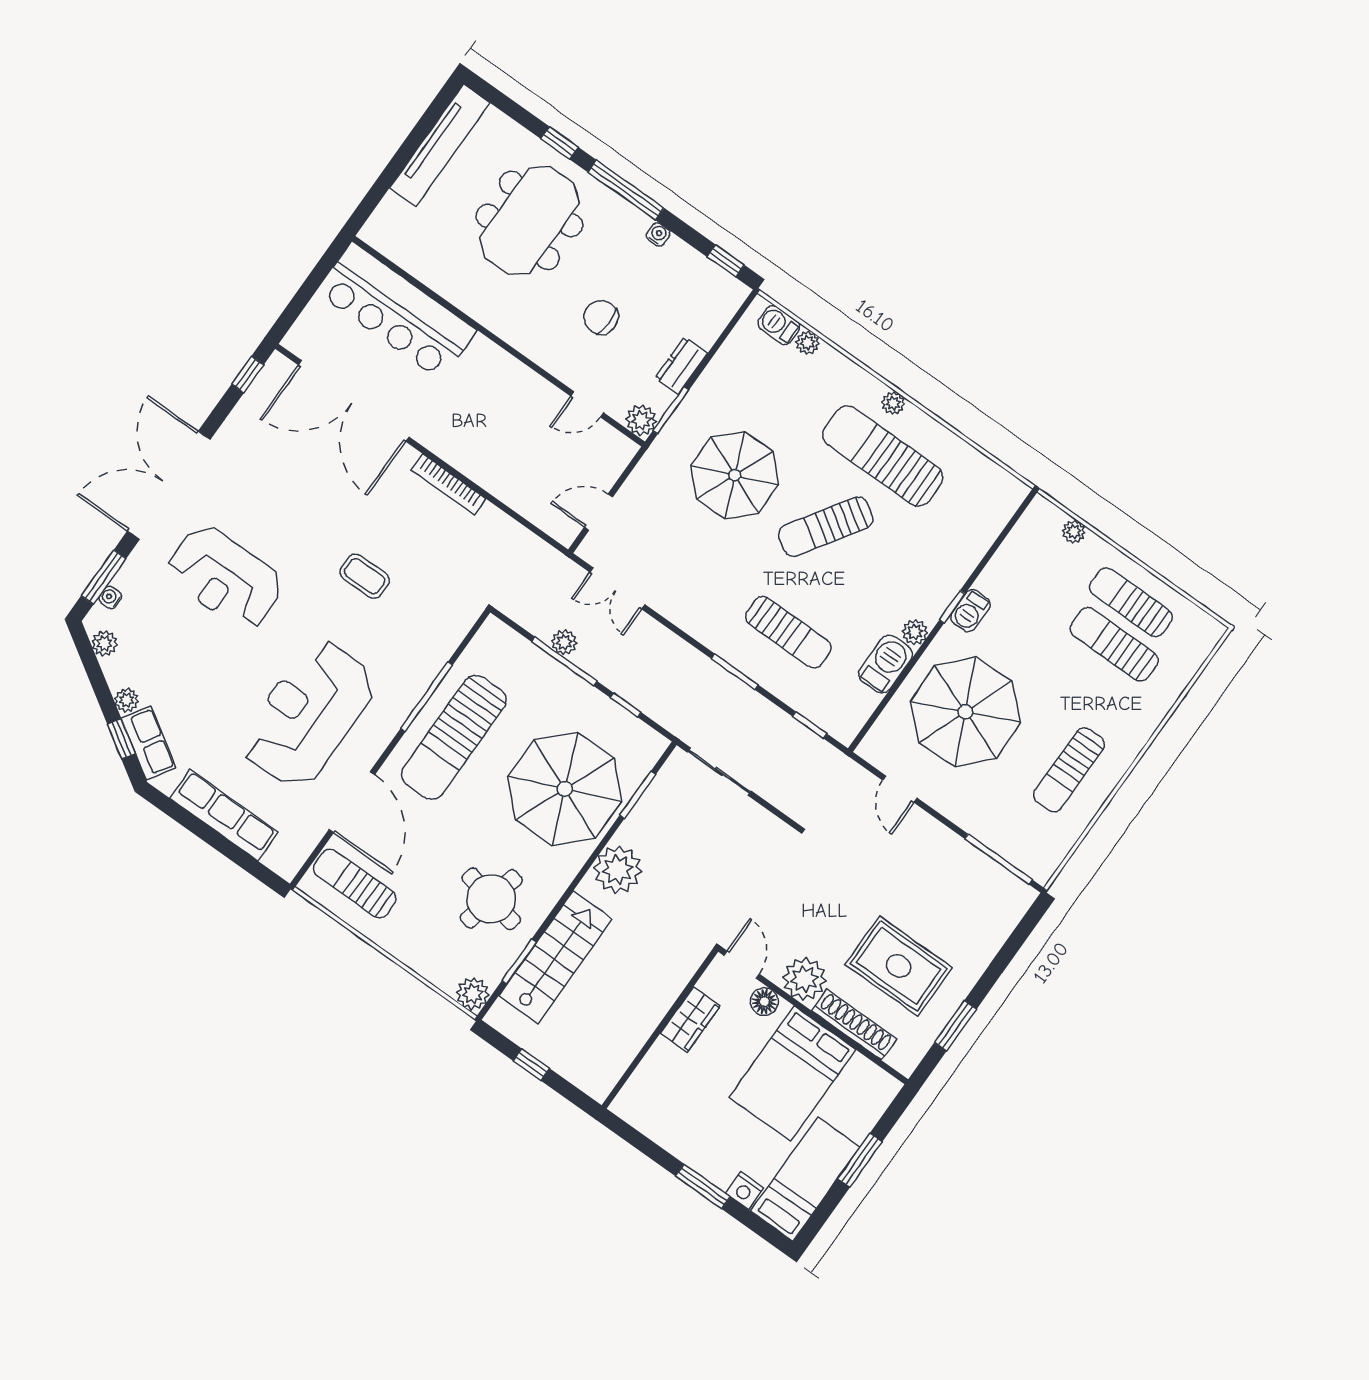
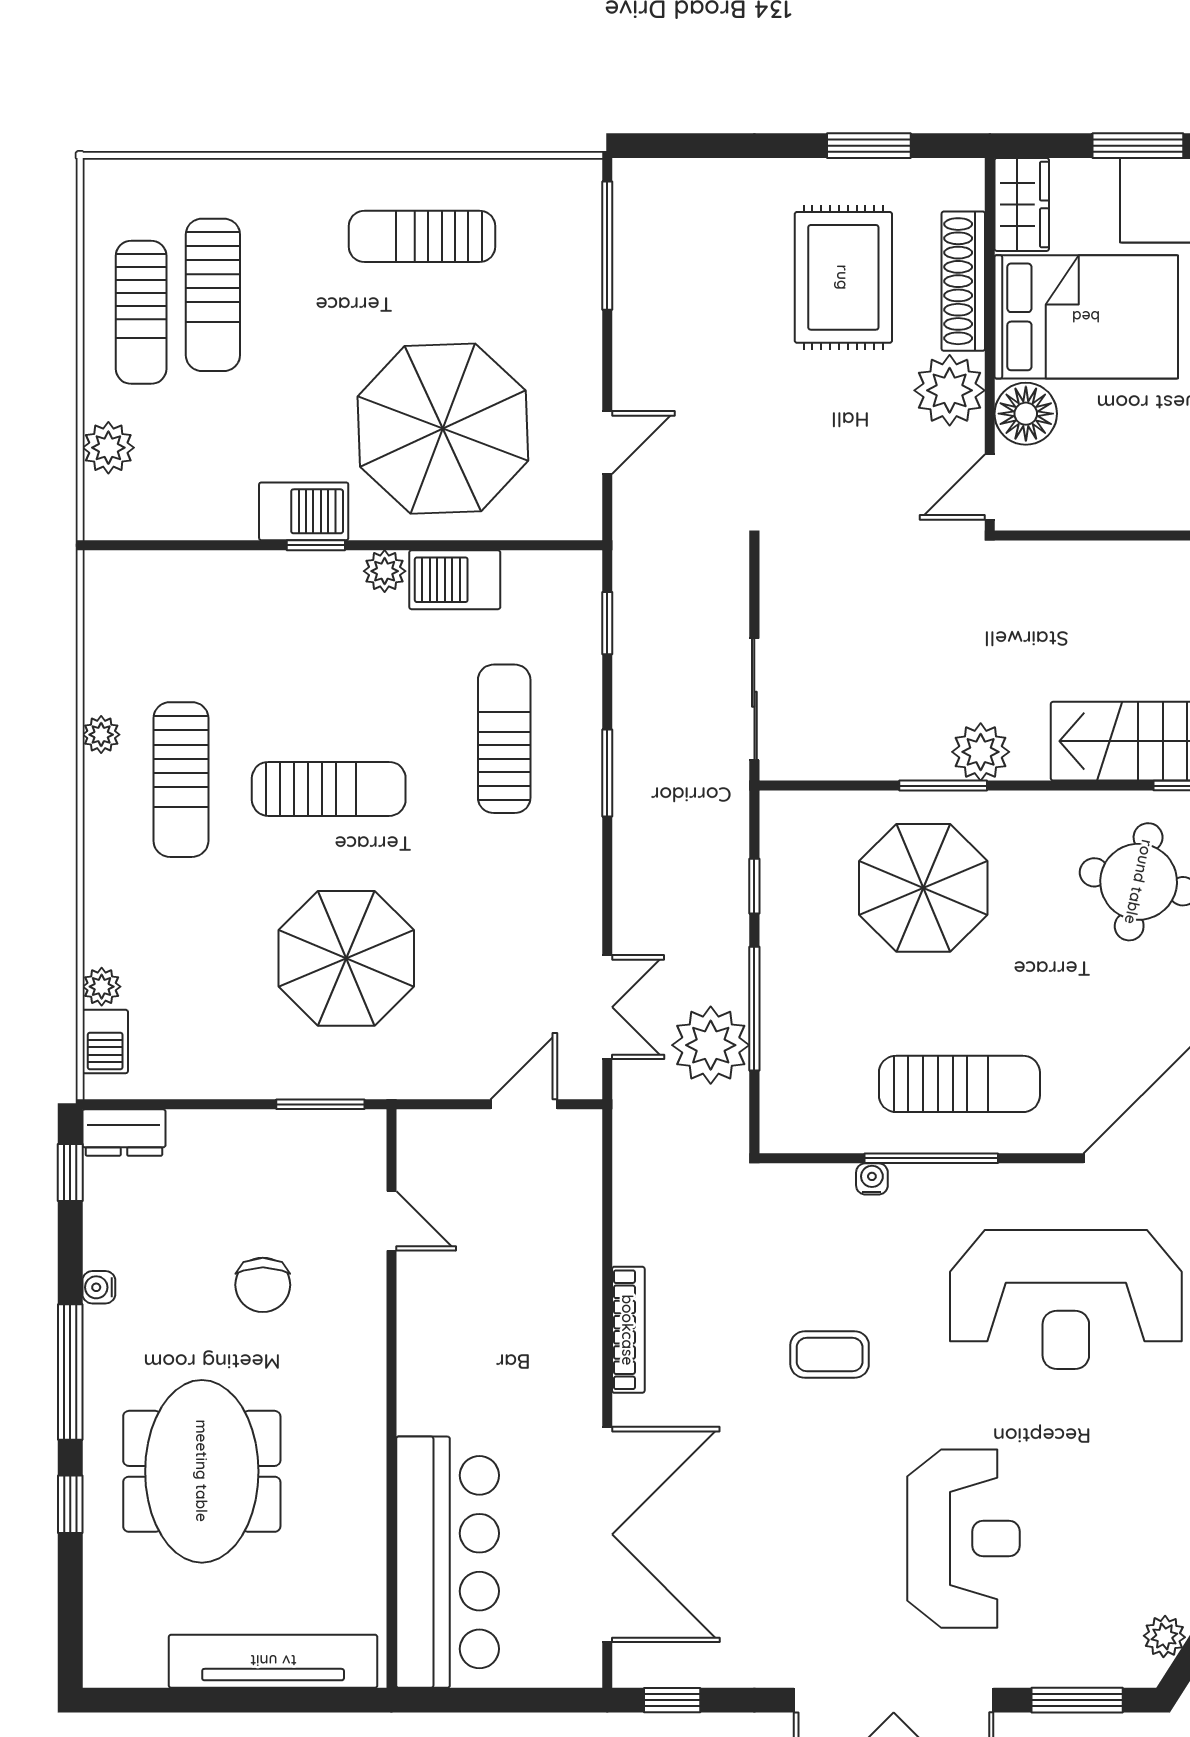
tv unit: (440, 145) -> (273, 1661), moved
meeting table: (529, 220) -> (202, 1471), turned 90
dresser: (681, 366) -> (124, 1133), moved
plant: (893, 403) -> (101, 735), moved
plant: (641, 420) -> (361, 1134), removed
sun lounger: (883, 456) -> (181, 780), width x0.73, depth x0.75
door: (599, 512) -> (524, 1104), swing flipped
sun lounger: (826, 527) -> (329, 789), turned -33
plant: (1074, 532) -> (108, 448), width x1.38, depth x1.38
coffee table: (365, 576) -> (830, 1355), turned 90
water cooler: (110, 597) -> (872, 1179), moved, turned 180
barbecue: (970, 611) -> (304, 511), width x1.38, depth x1.27
plant: (564, 642) -> (711, 1045), width x1.88, depth x1.88
sun lounger: (454, 737) -> (959, 1084), width x0.73, depth x0.75
sun lounger: (1069, 770) -> (422, 236), turned 180
parasol: (565, 789) -> (923, 888), width x0.73, depth x0.73
window: (638, 795) -> (943, 786), moved
plant: (618, 870) -> (981, 752), width x0.73, depth x0.73
floor lamp: (764, 1002) -> (1026, 414), width x1.38, depth x1.38
wardrobe: (690, 1020) -> (1022, 204), moved, turned 90

